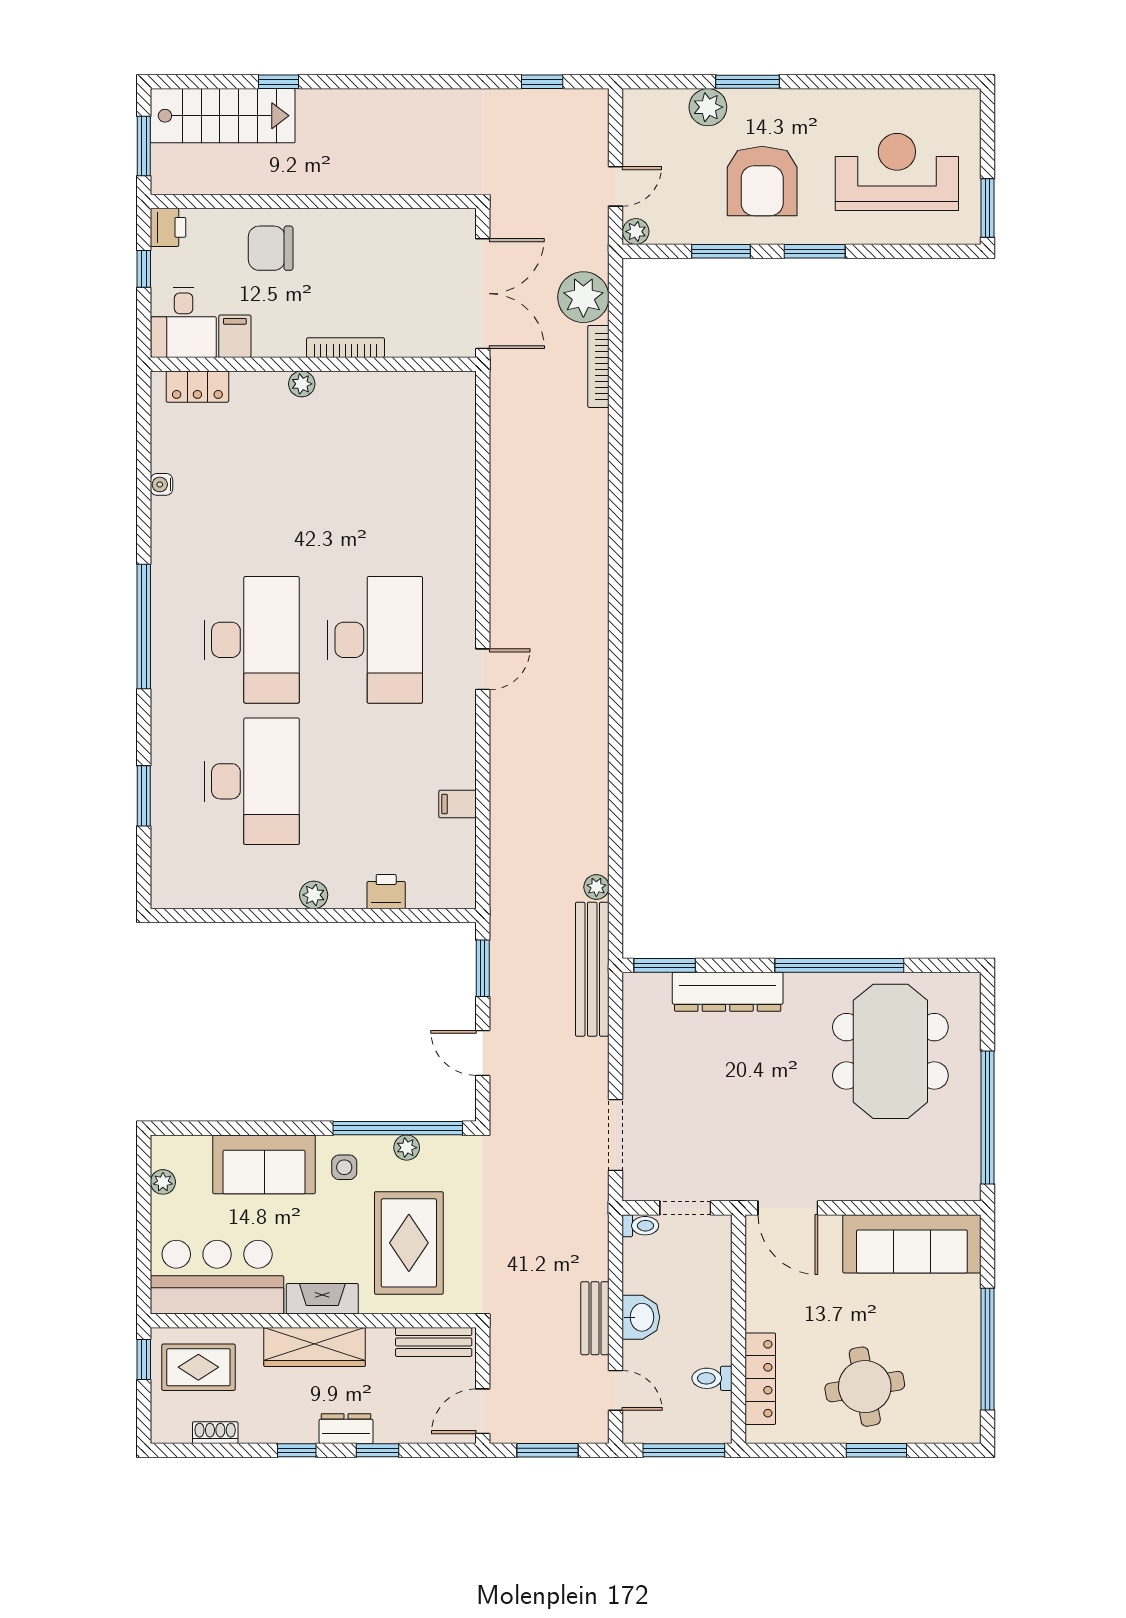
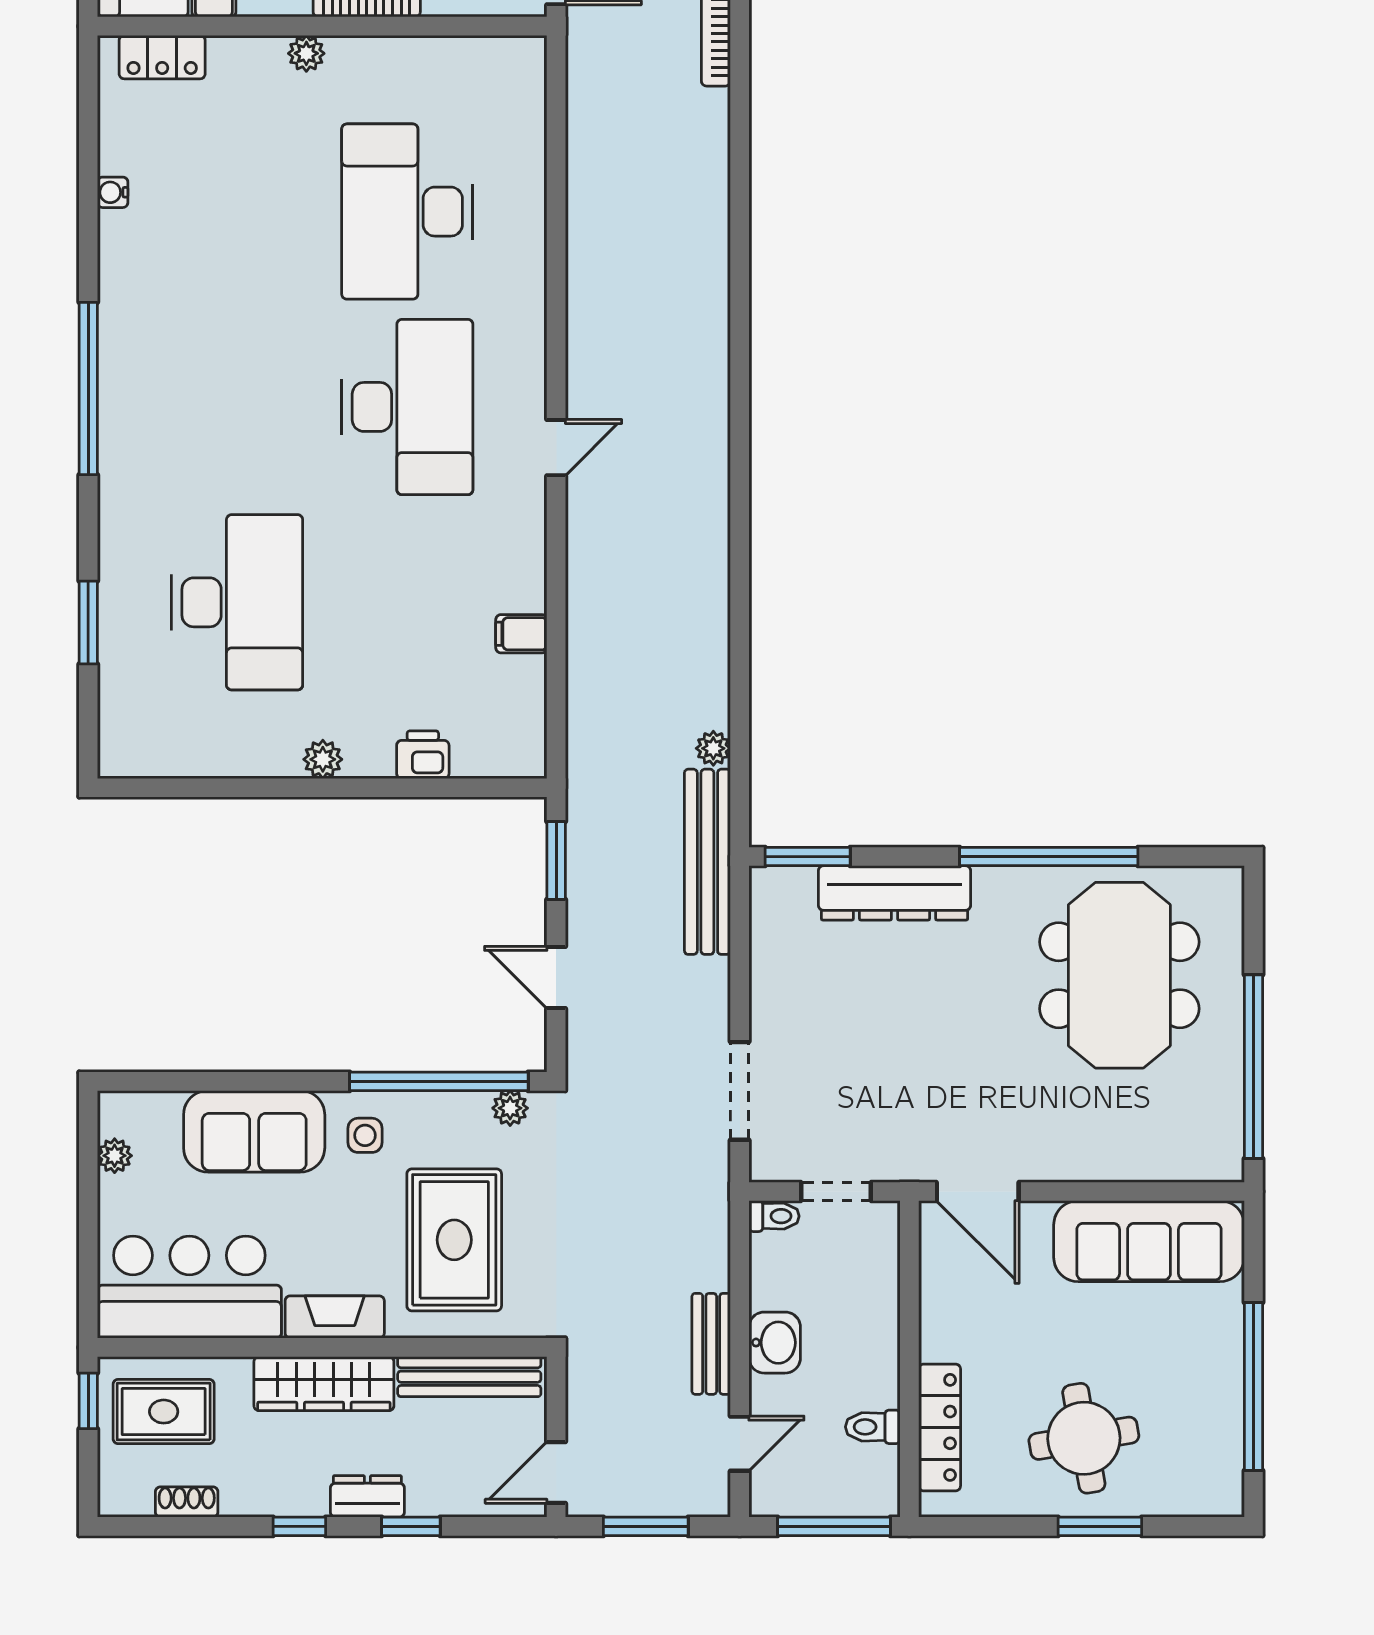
desk: (252, 640) -> (407, 212), moved, turned 180
plant: (407, 1148) -> (510, 1108), moved
bench: (434, 1342) -> (469, 1377), width x1.36
door: (616, 1390) -> (740, 1444), hinge flipped

